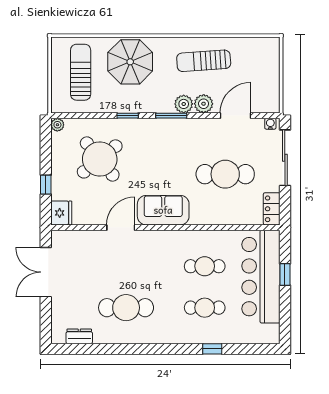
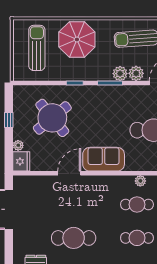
plant: (57, 125) -> (18, 145), moved
window: (46, 185) -> (9, 120), moved
plant: (209, 237) -> (140, 181), added

